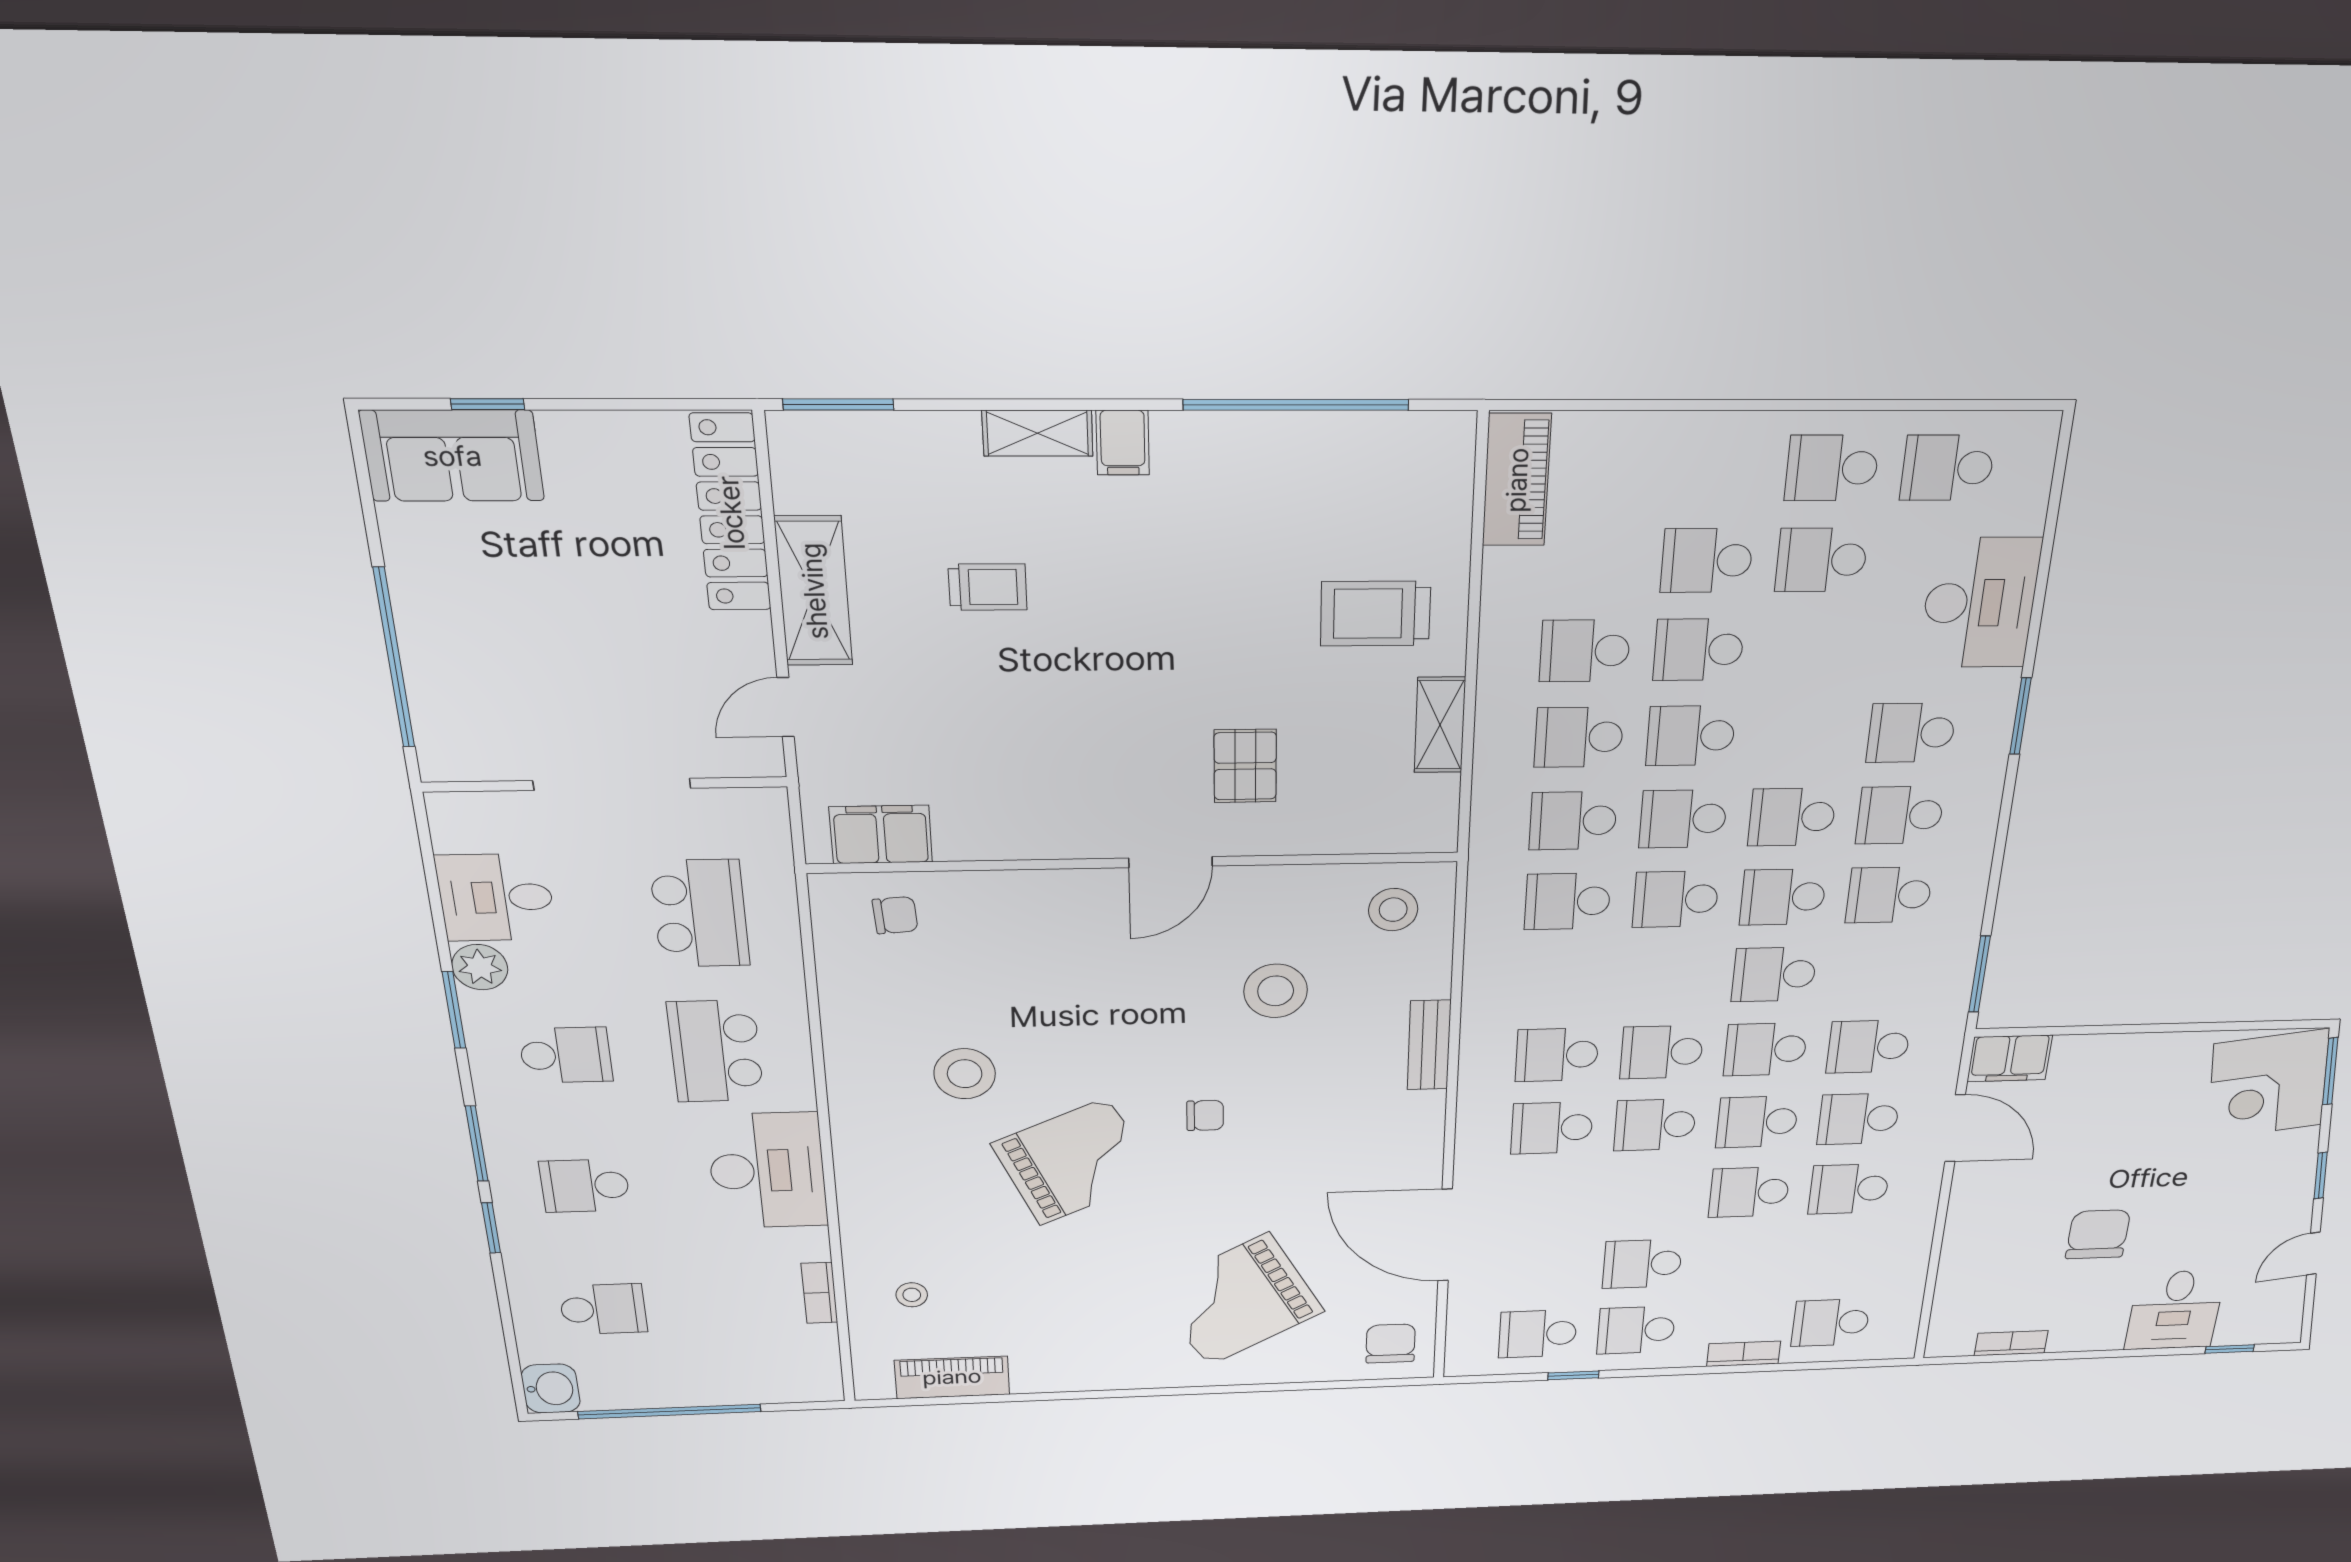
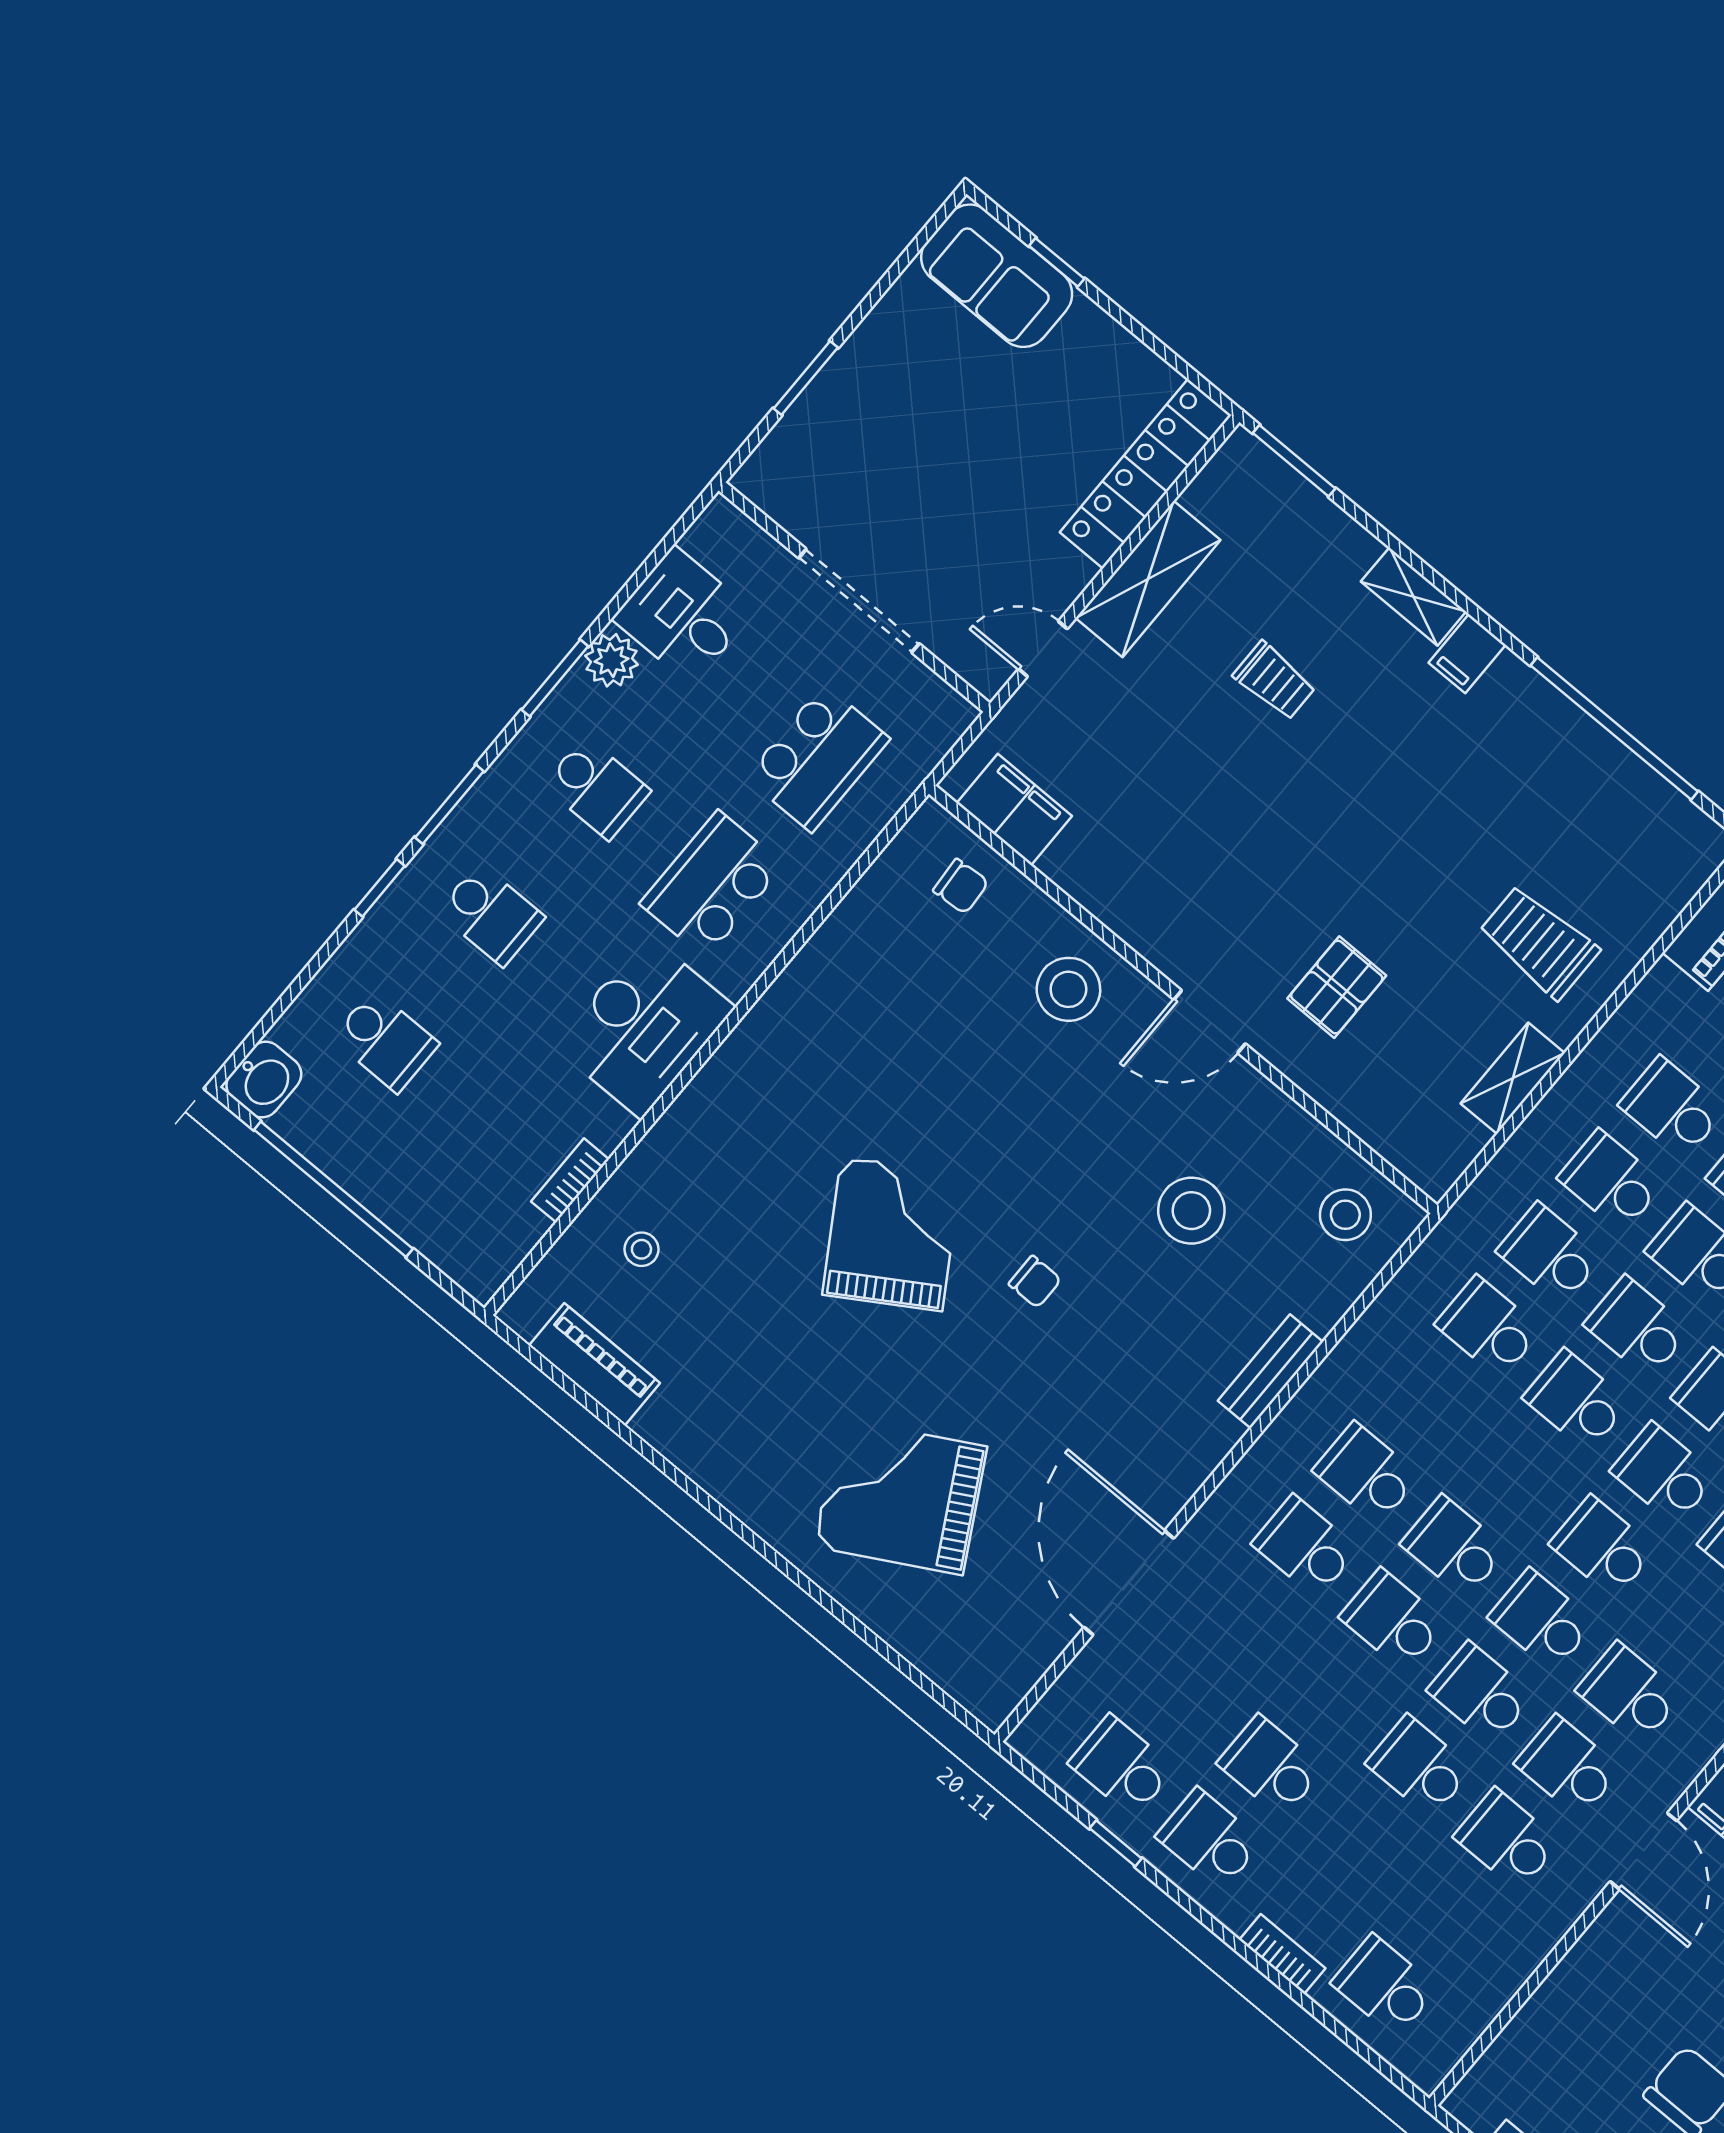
window: (394, 658) -> (806, 378), width x0.47
stool: (965, 1074) -> (1068, 989), moved
grand piano: (1074, 1162) -> (892, 1234), turned -98
school desk: (585, 1186) -> (491, 915), turned 180
chair: (1391, 1344) -> (988, 1662), removed

